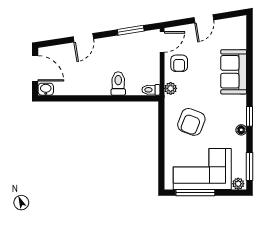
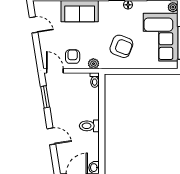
door: (204, 19) -> (34, 25), moved
armchair: (179, 63) -> (73, 57), turned -90
toilet: (118, 83) -> (89, 126), moved

